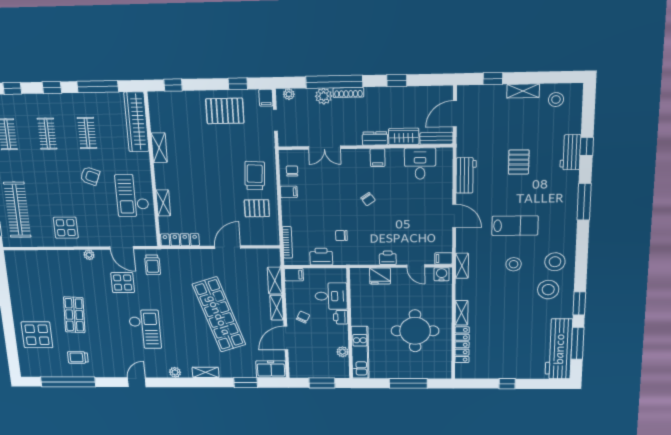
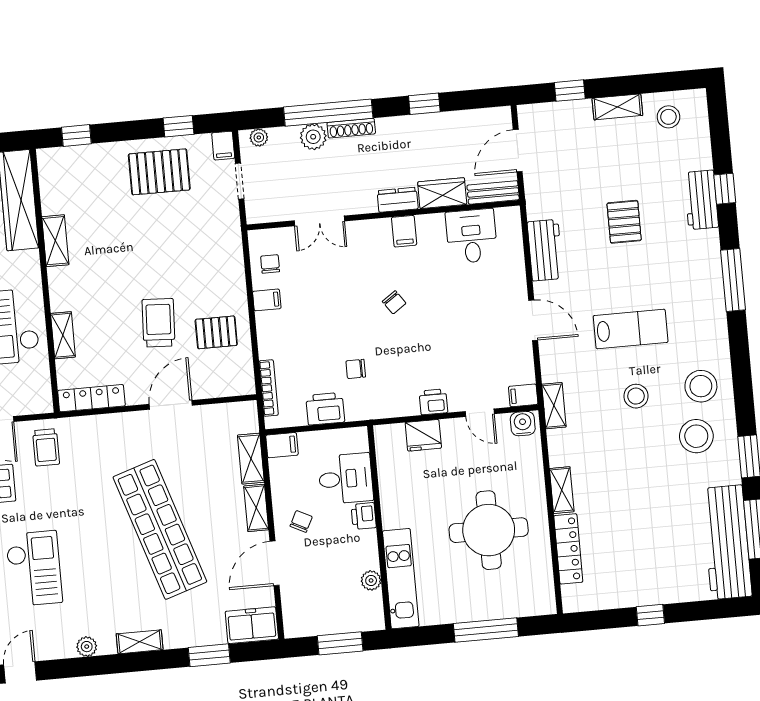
trolley: (255, 176) -> (158, 323), moved

